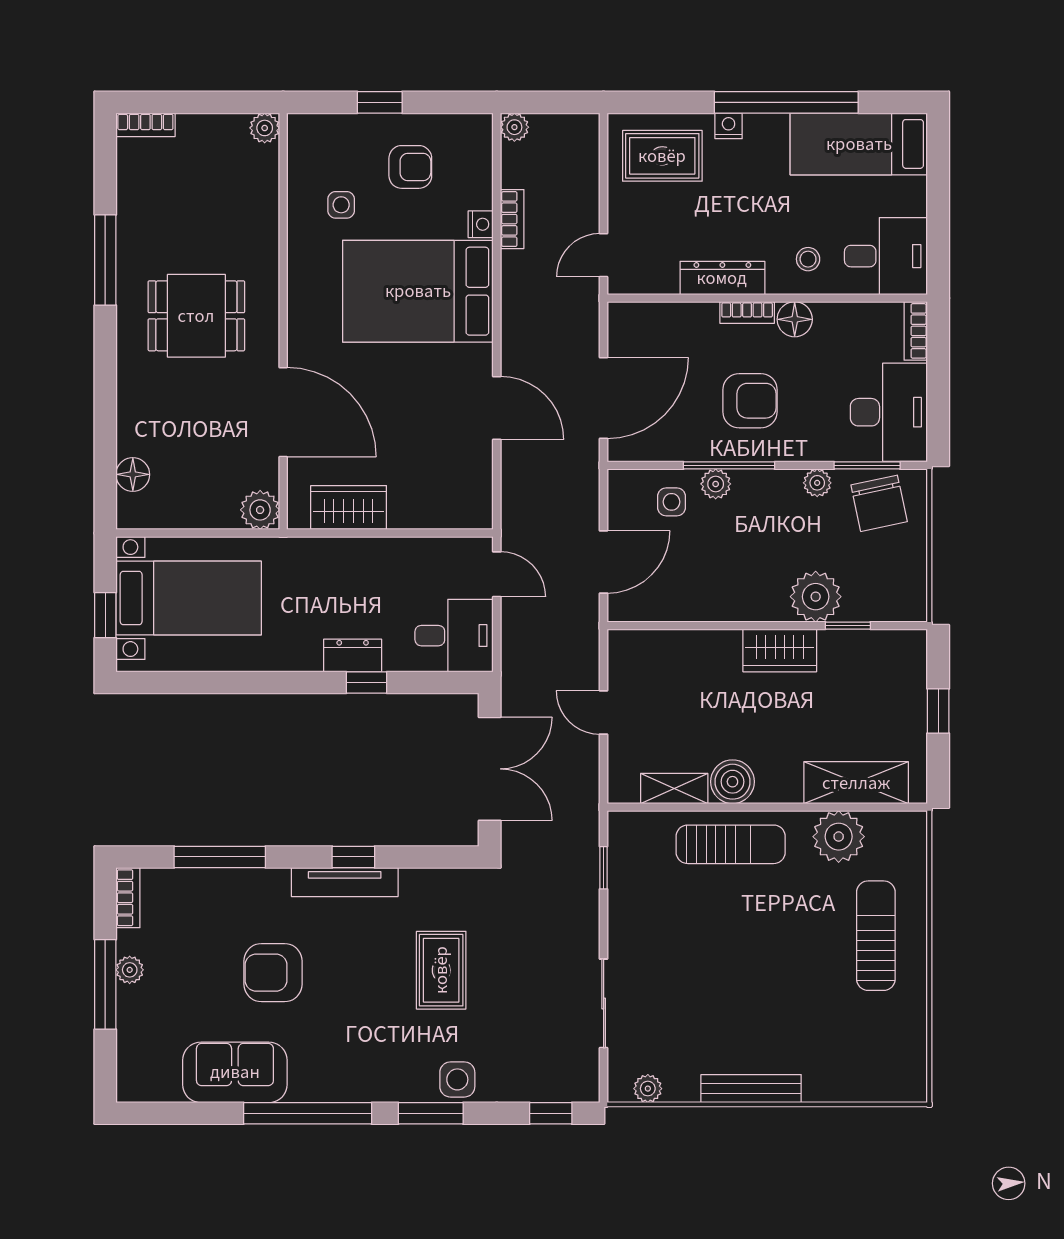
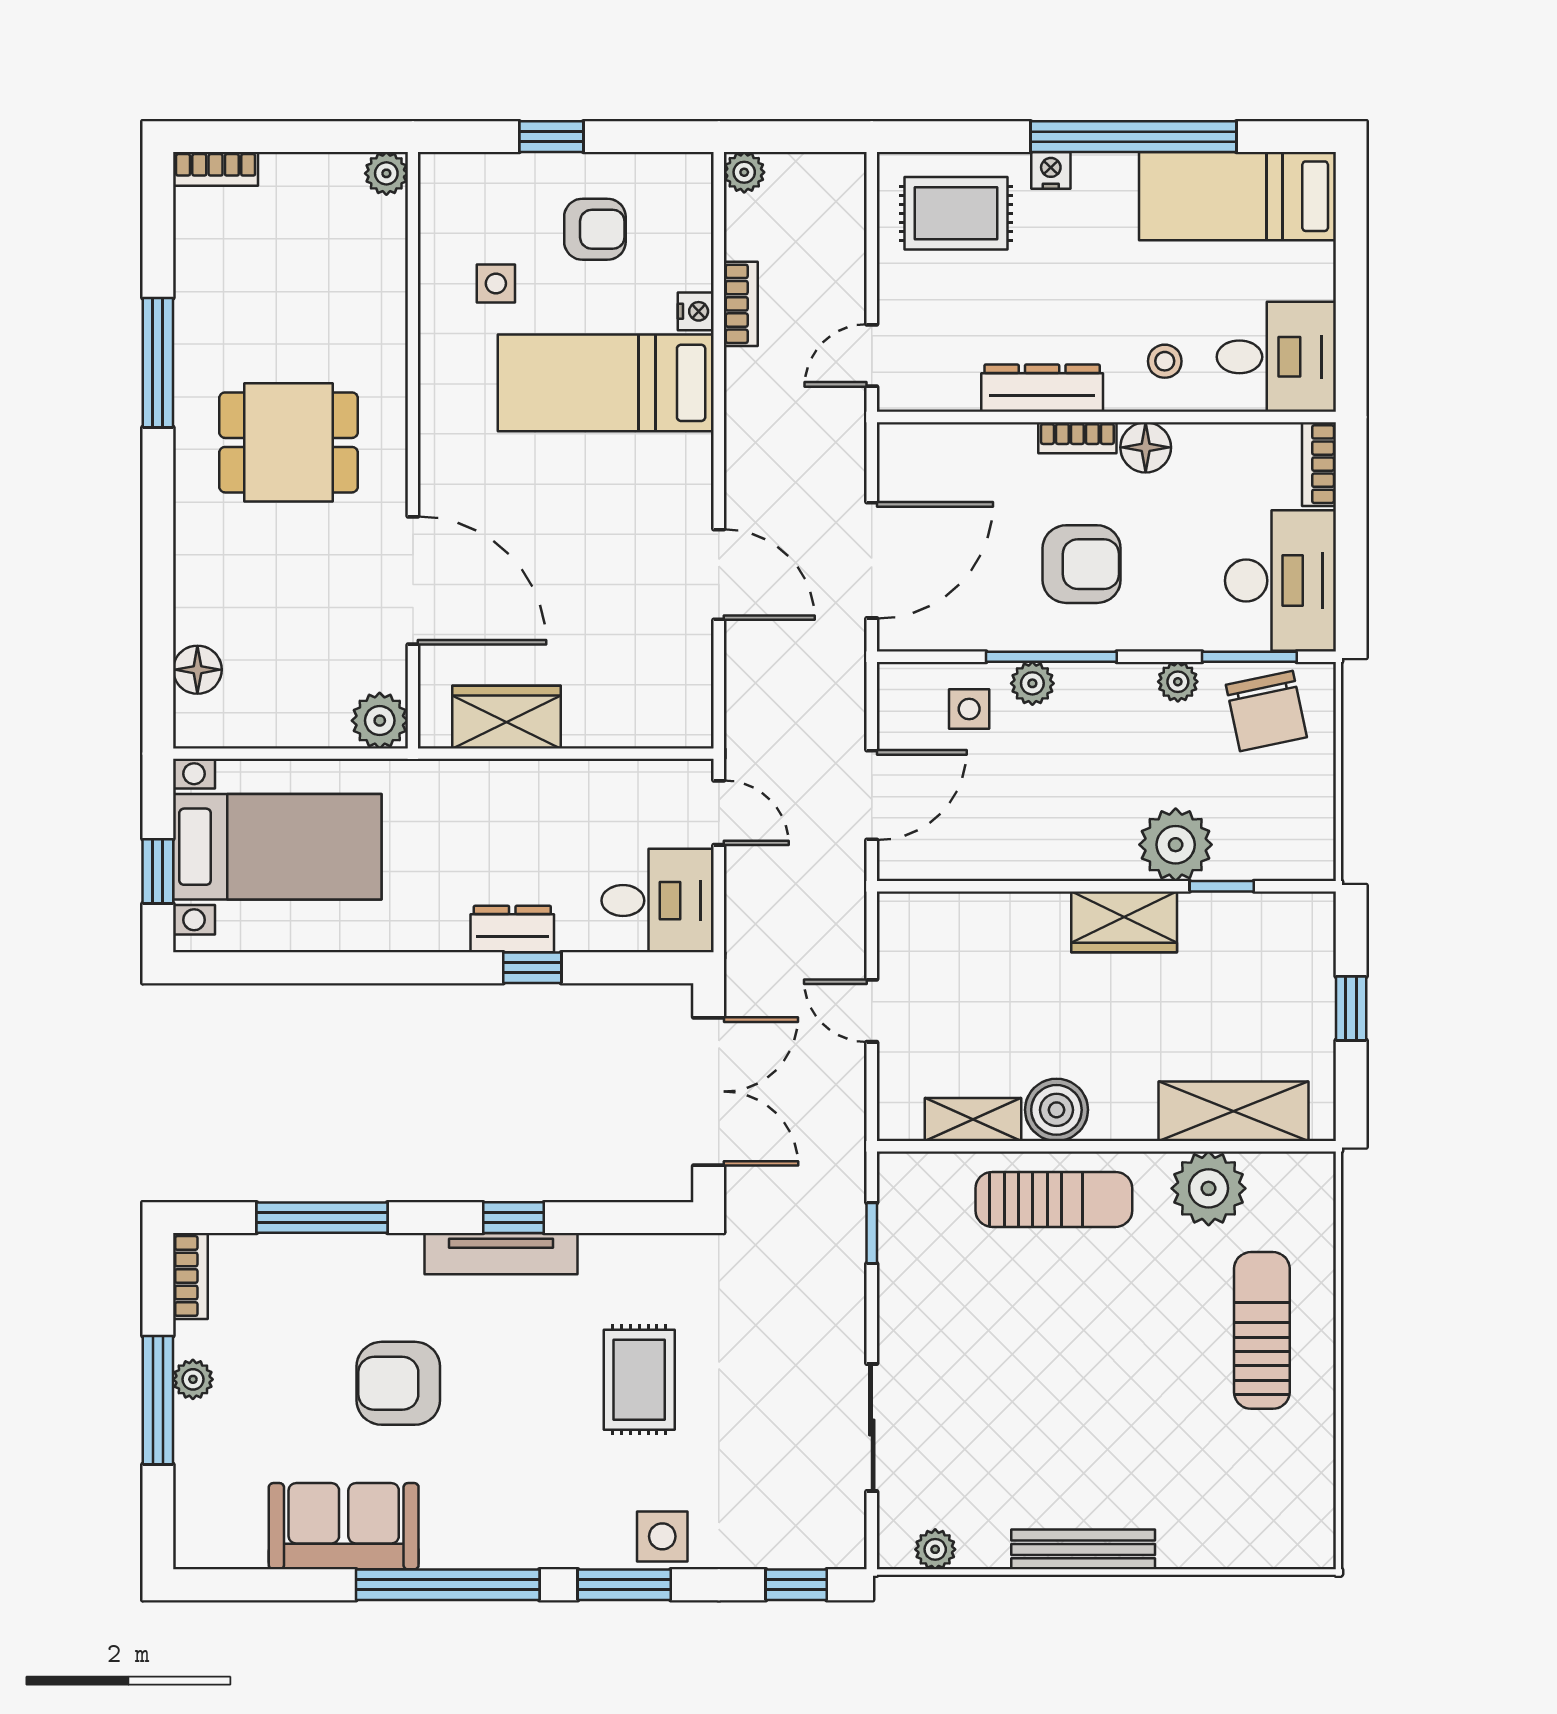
bed: (418, 291) -> (606, 383), width x0.67

